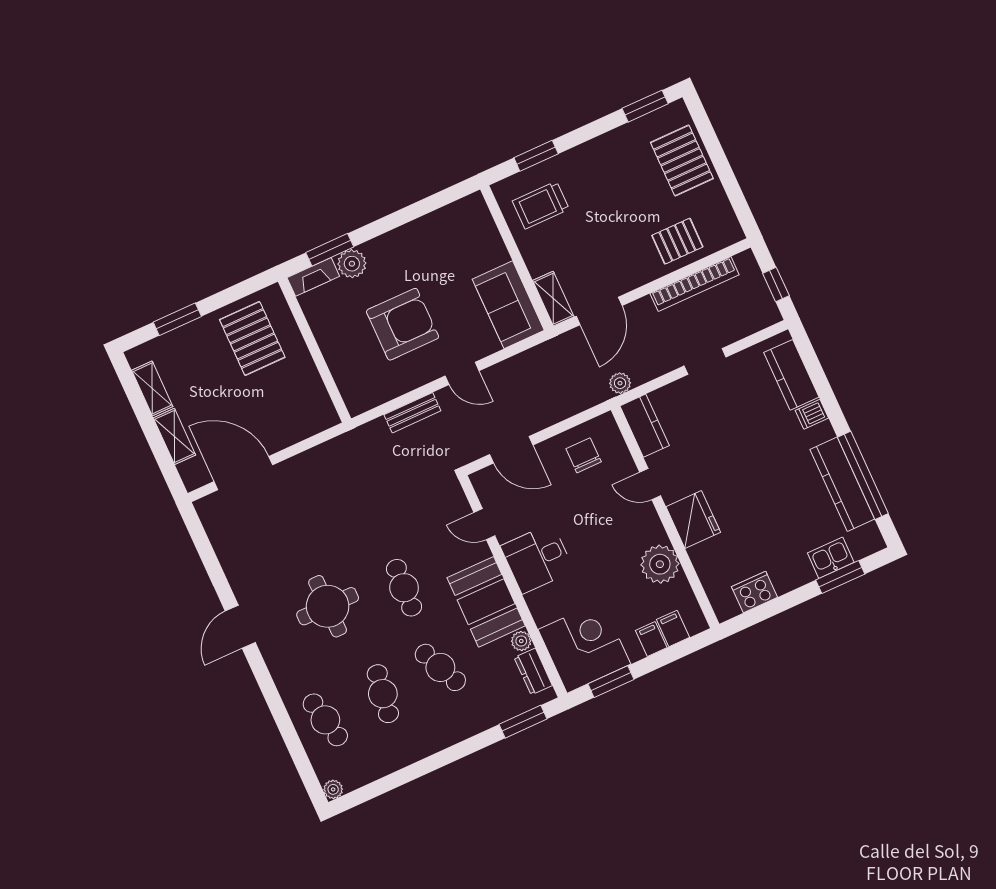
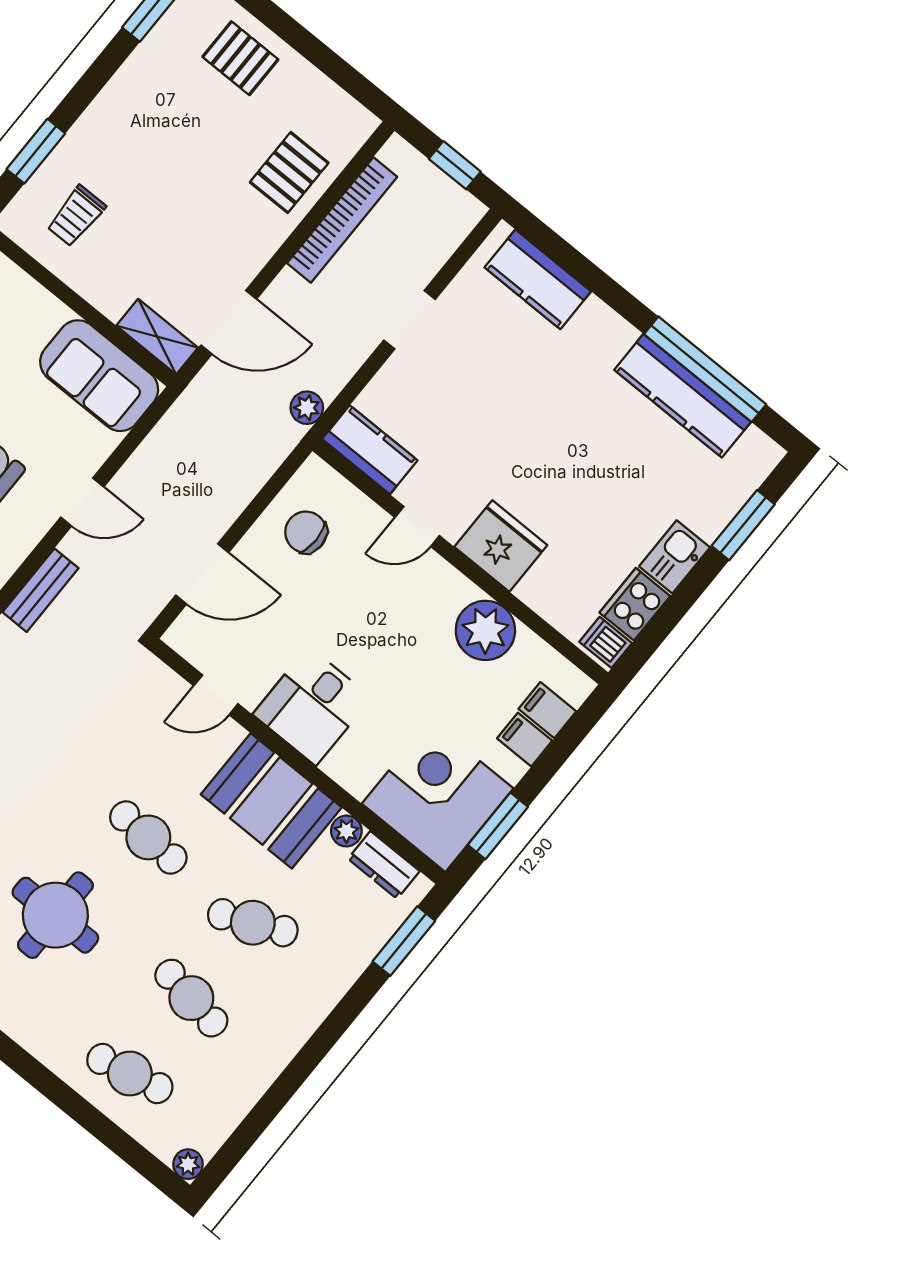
pallet: (682, 160) -> (240, 58), width x0.67, depth x0.71
trolley: (541, 205) -> (76, 216), width x0.73, depth x0.72
door: (599, 311) -> (229, 322), hinge flipped
dishwasher: (812, 414) -> (606, 642), moved, turned 90
kitchen sink: (831, 558) -> (674, 557), moved

